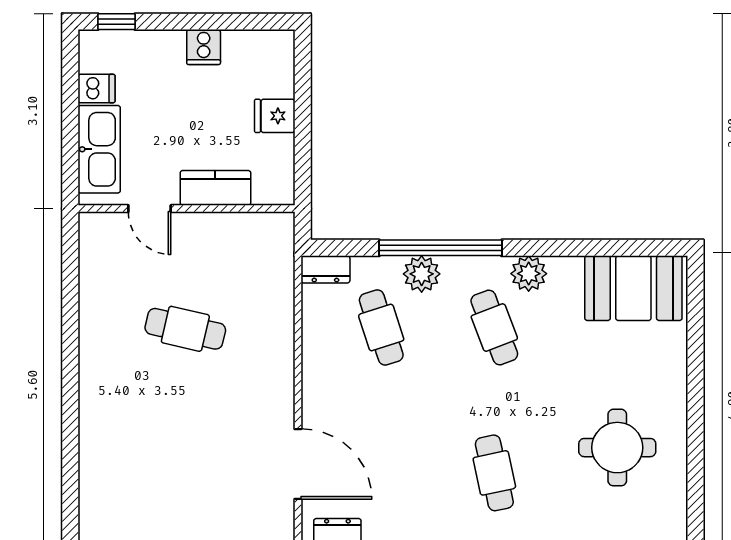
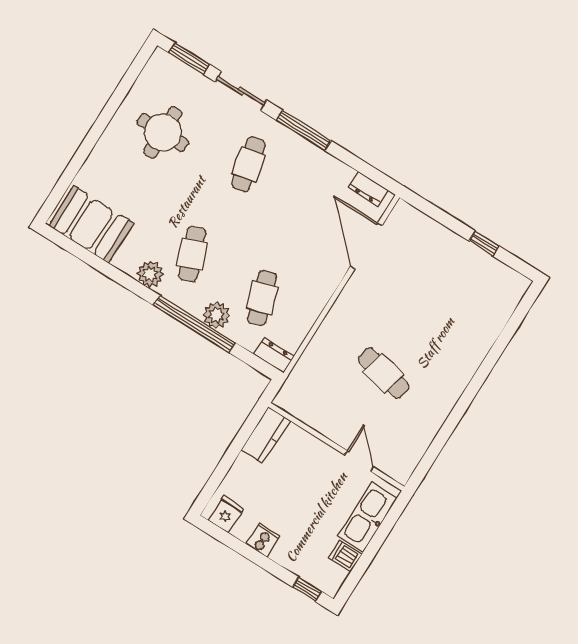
fridge: (275, 116) -> (226, 514), moved, turned -90
kitchen counter: (215, 188) -> (265, 435), moved, turned -90

